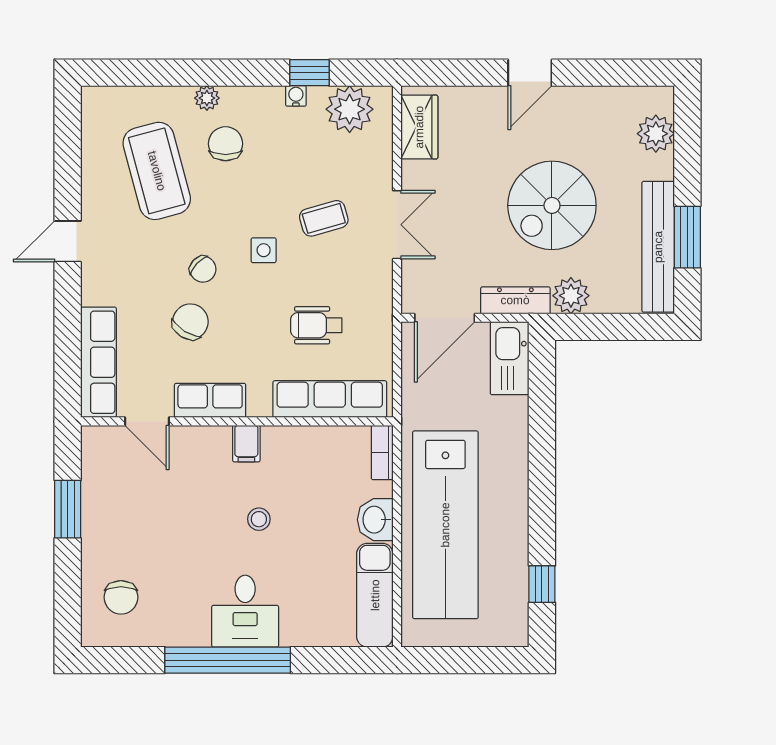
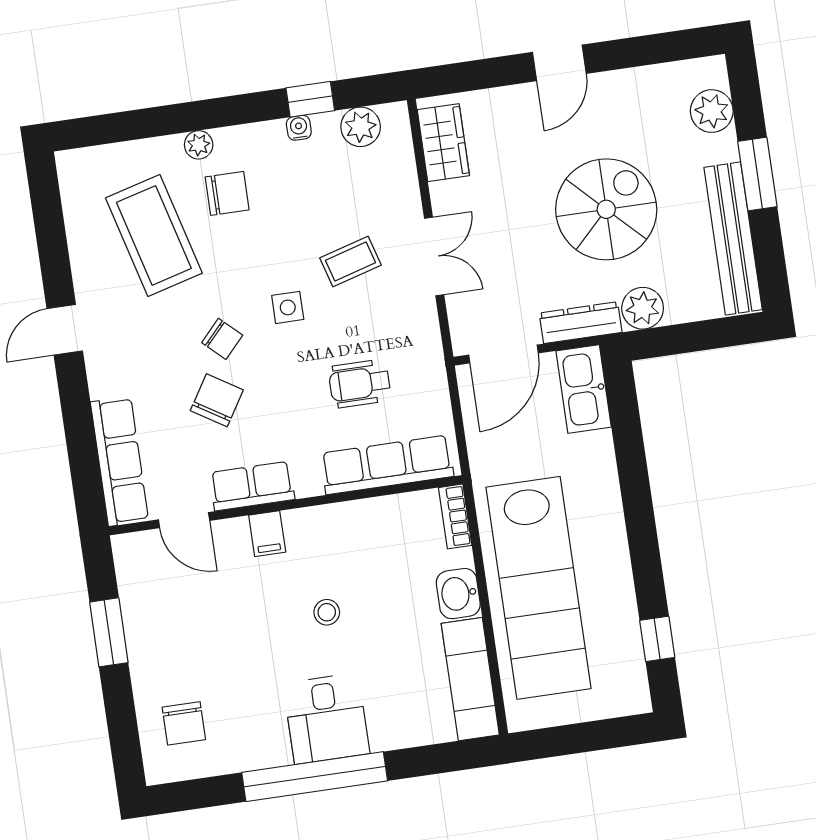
plant: (350, 109) -> (361, 127), width x0.73, depth x0.73
chair: (226, 144) -> (227, 193), turned 90
spiral stairs: (552, 205) -> (606, 209), turned 180
window: (687, 237) -> (757, 174), moved
filing cabinet: (246, 444) -> (267, 534), moved

